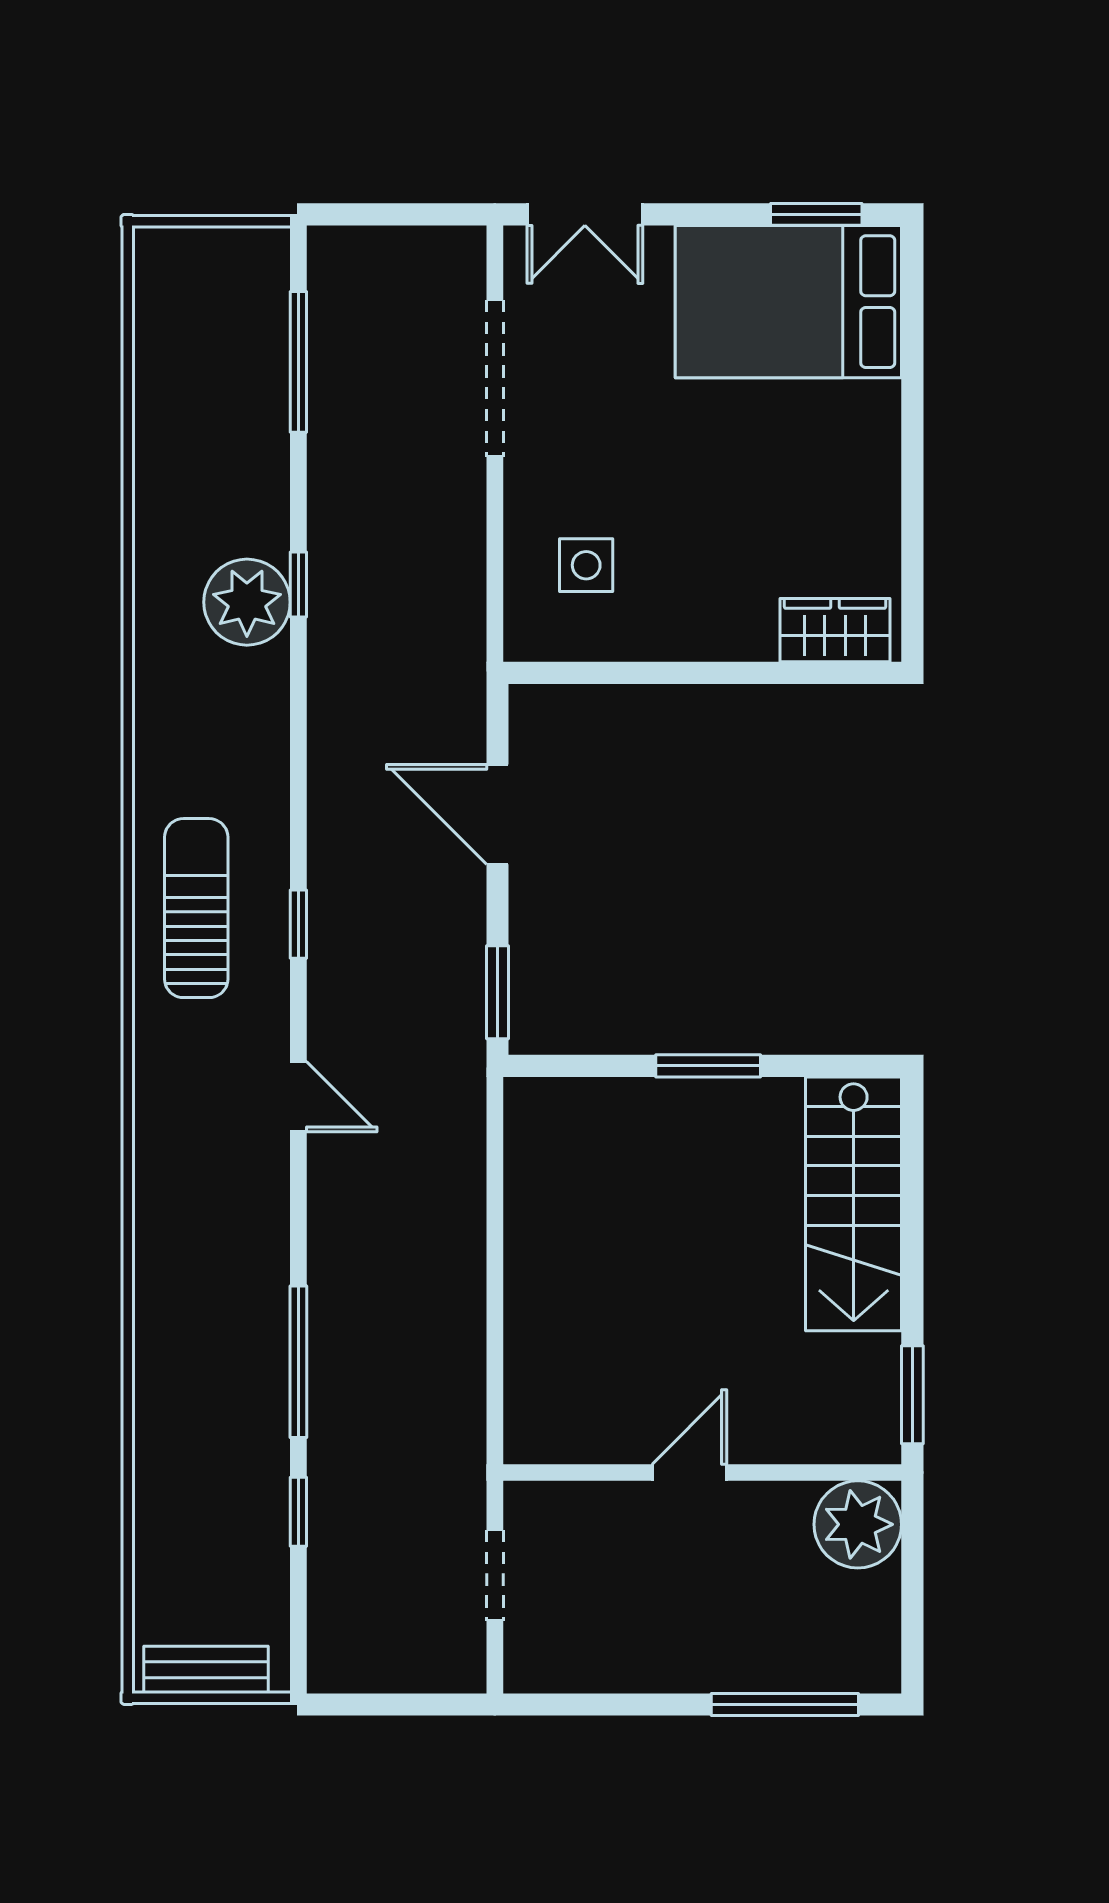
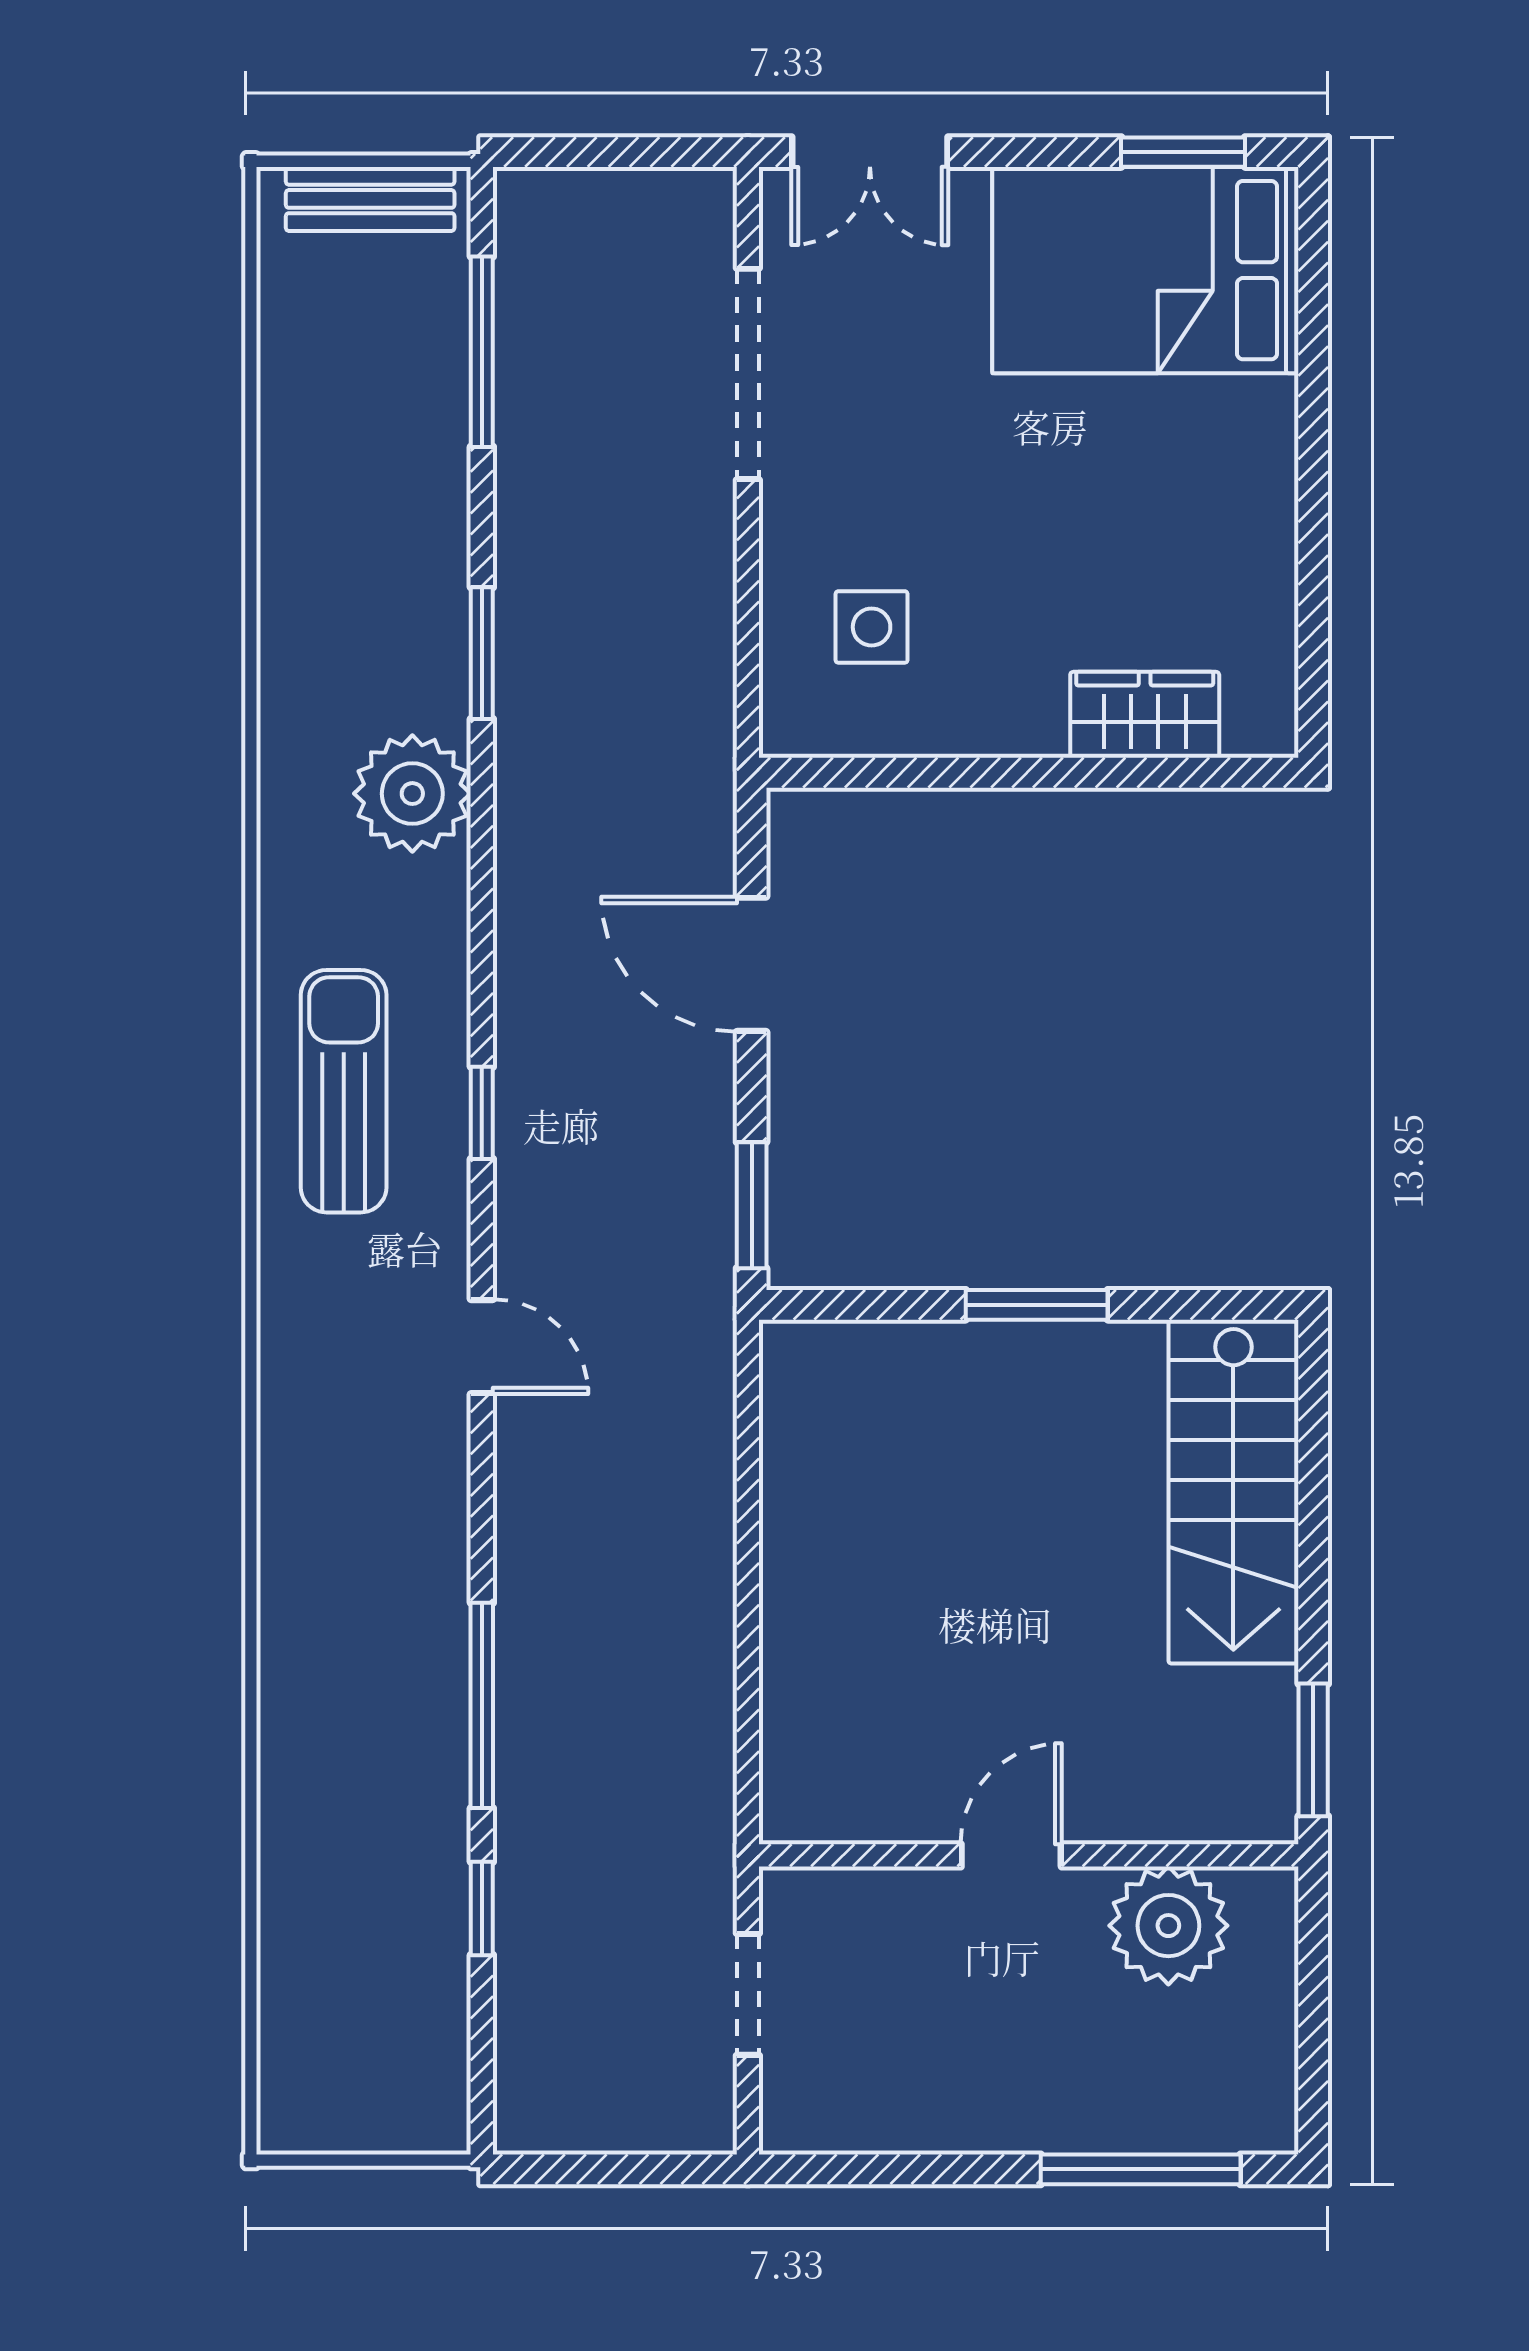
window: (298, 585) -> (482, 653), width x1.50
plant: (247, 602) -> (412, 794), moved
wardrobe: (835, 630) -> (1145, 715), moved
plant: (858, 1524) -> (1168, 1926), moved
bench: (206, 1670) -> (370, 199), moved

